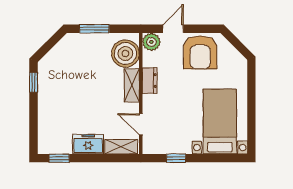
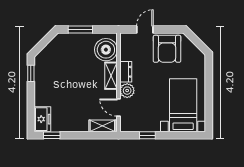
plant: (151, 42) -> (127, 91), moved
freezer: (88, 144) -> (42, 119), moved, turned 90

